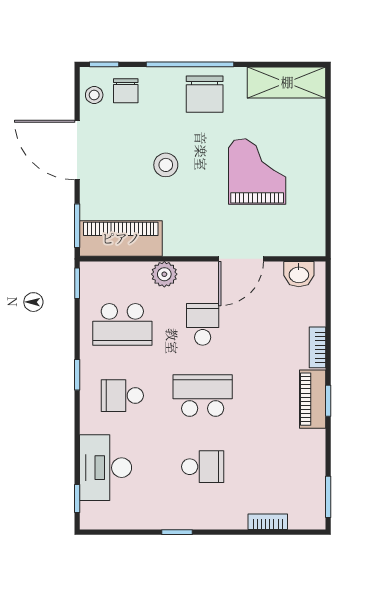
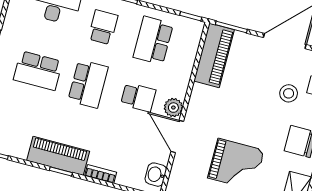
stool: (166, 165) -> (289, 93), moved
plant: (164, 274) -> (173, 108), moved
piano: (313, 399) -> (58, 156), width x1.37, depth x1.33
school desk: (203, 467) -> (38, 71), width x1.85

